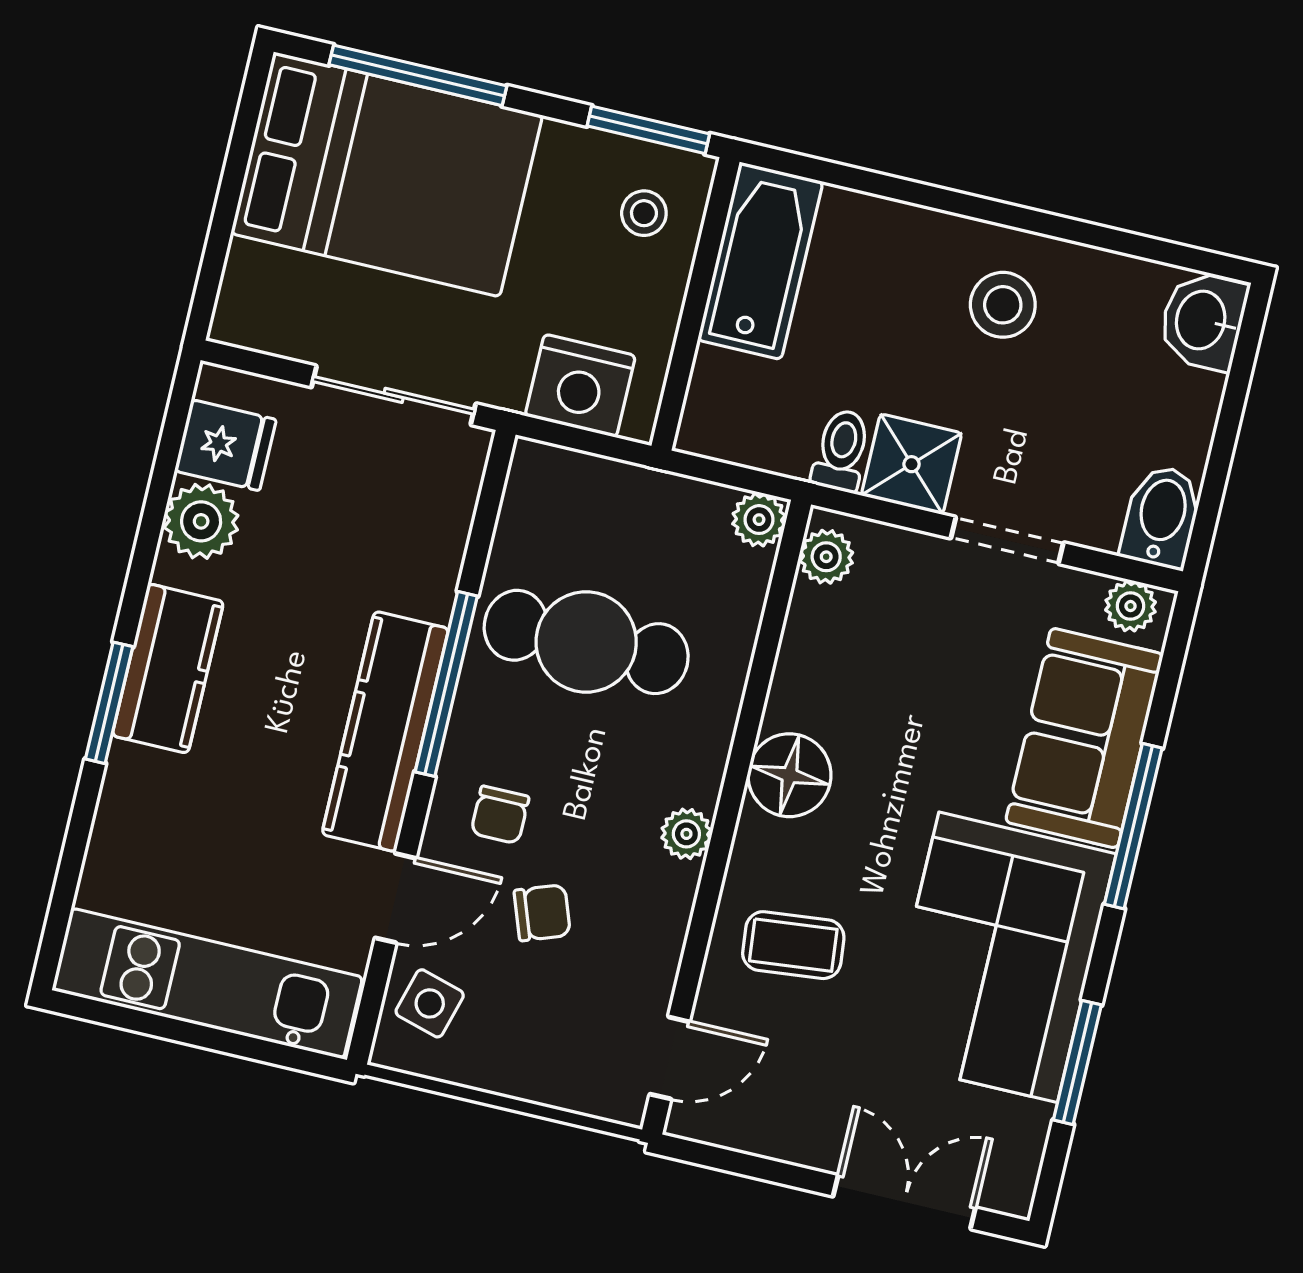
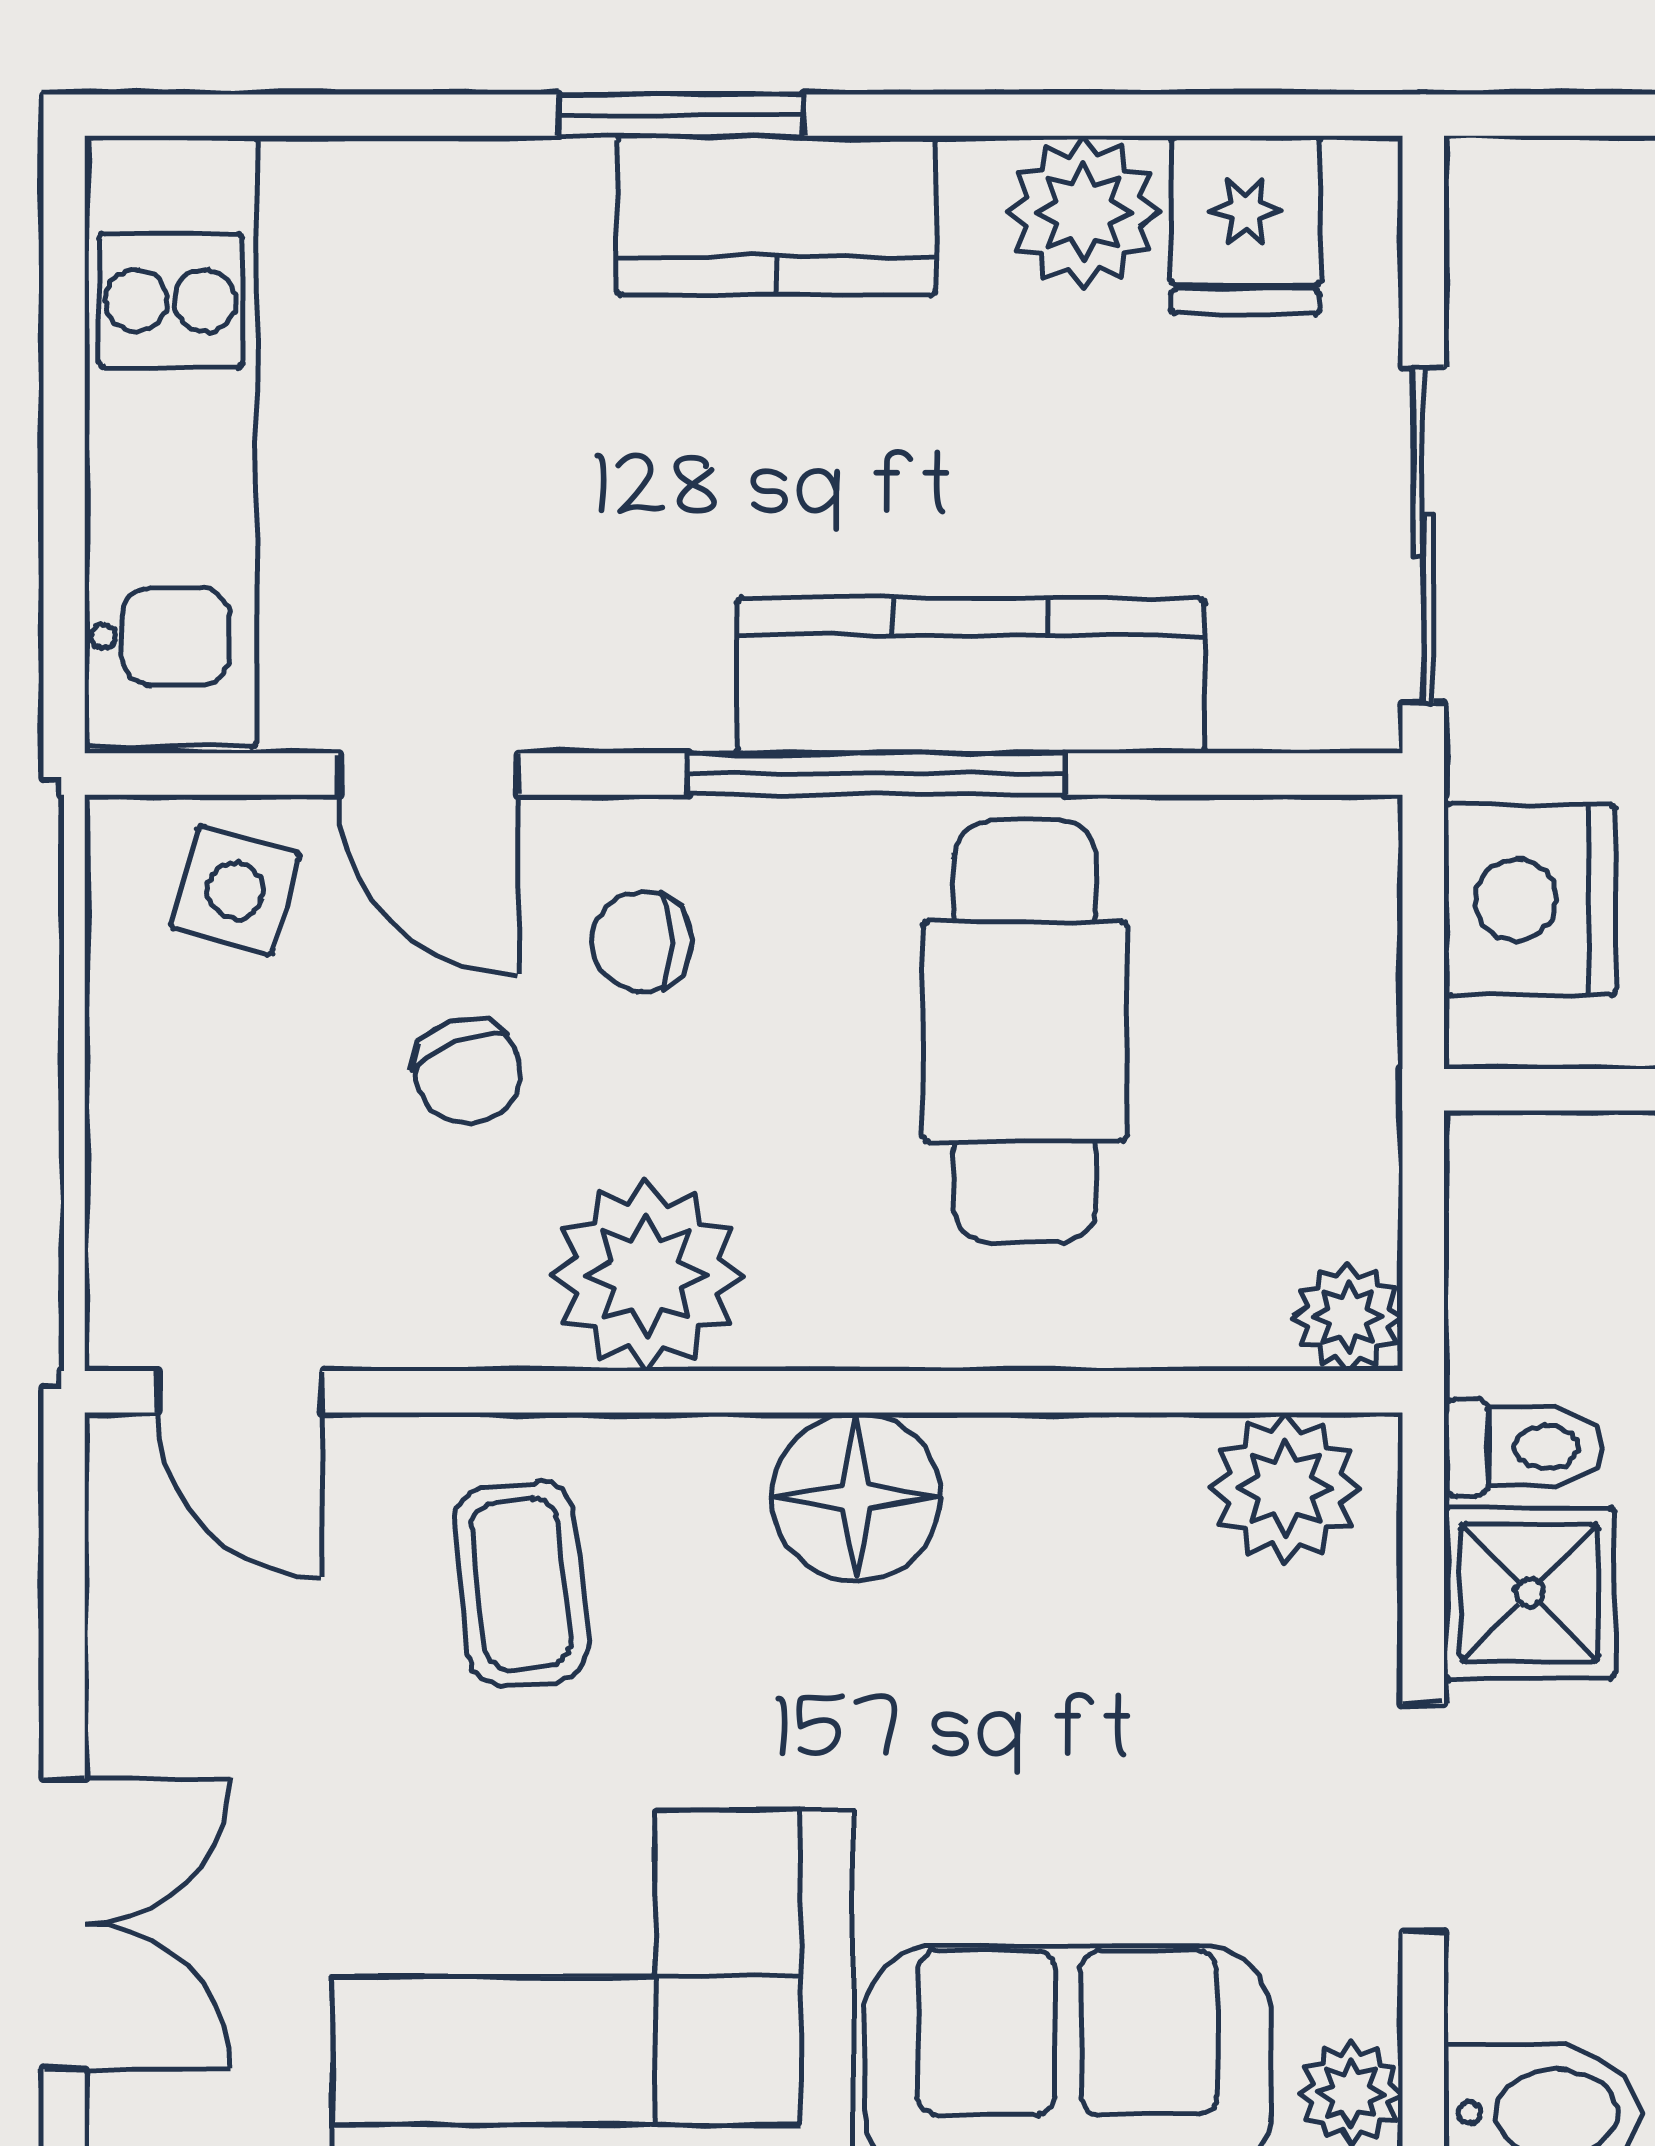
plant: (826, 557) -> (1285, 1488), width x1.38, depth x1.38
kitchen counter: (385, 731) -> (971, 675), moved
plant: (686, 834) -> (647, 1275), width x1.88, depth x1.88

